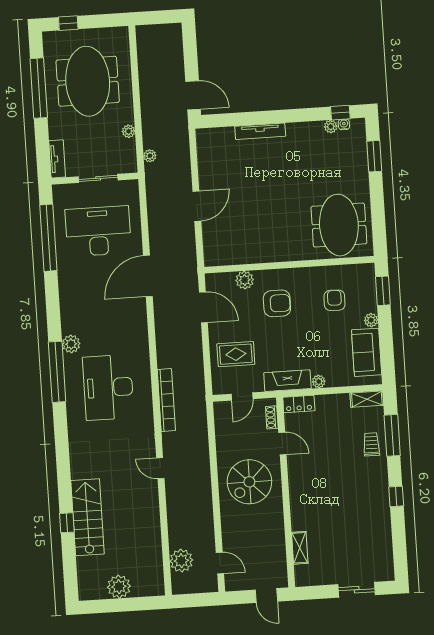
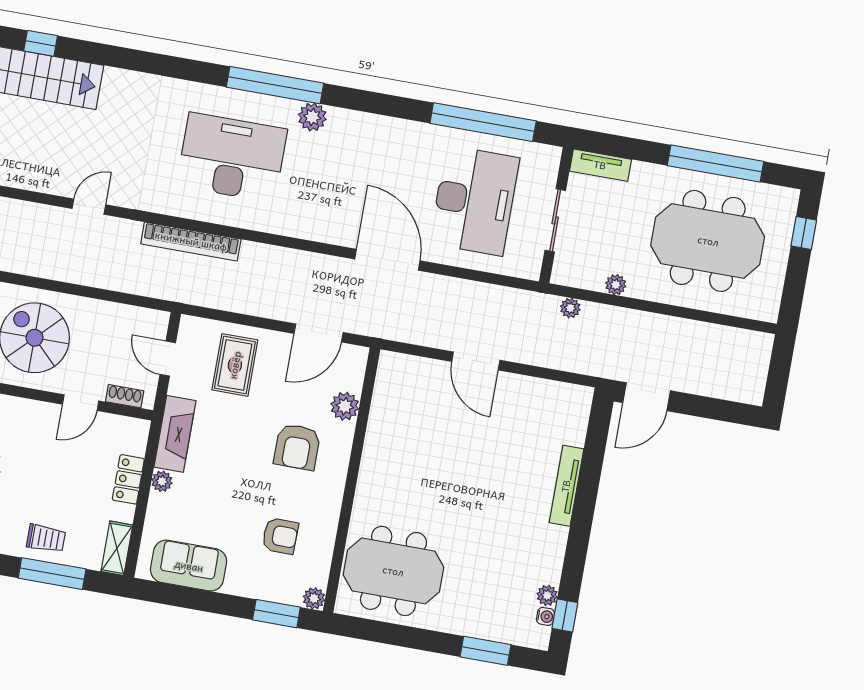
plant: (371, 320) -> (314, 598), moved
locker: (299, 404) -> (128, 479), moved

